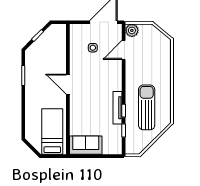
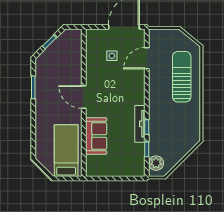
plant: (132, 30) -> (156, 163), moved
sun lounger: (147, 107) -> (182, 77), moved
sofa: (86, 145) -> (96, 136), moved, turned 90

